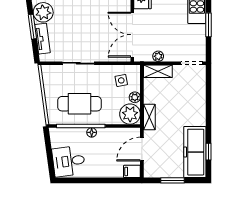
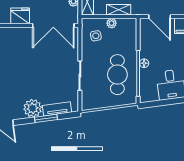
plant: (130, 114) -> (127, 28), removed
shelving: (149, 117) -> (119, 10), moved

